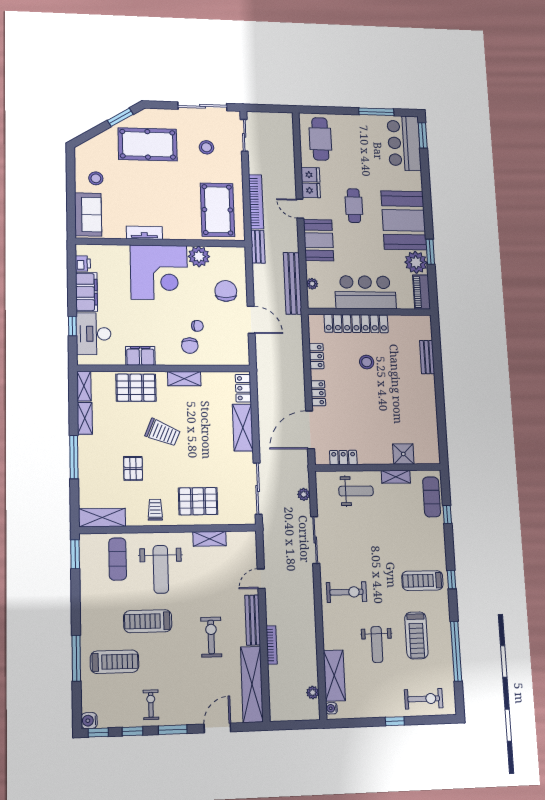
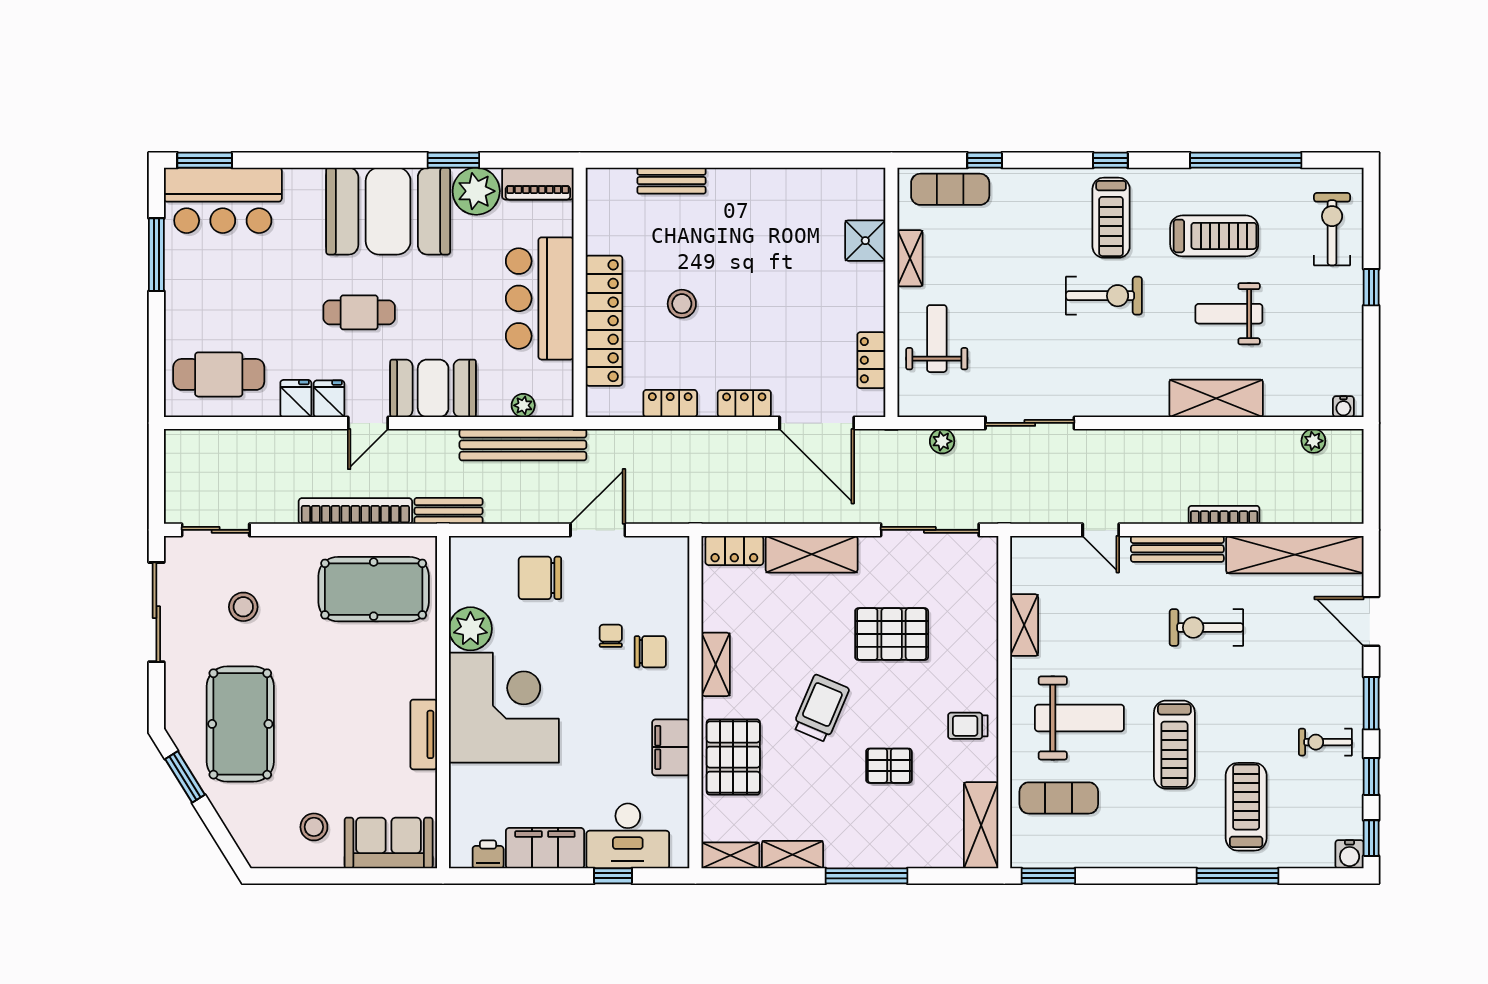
pallet: (198, 501) -> (892, 634), moved, turned 90
exercise bike: (346, 592) -> (1104, 296), moved, turned 90
weight bench: (377, 644) -> (1229, 314), turned 180
shelving: (334, 676) -> (1216, 398), moved

